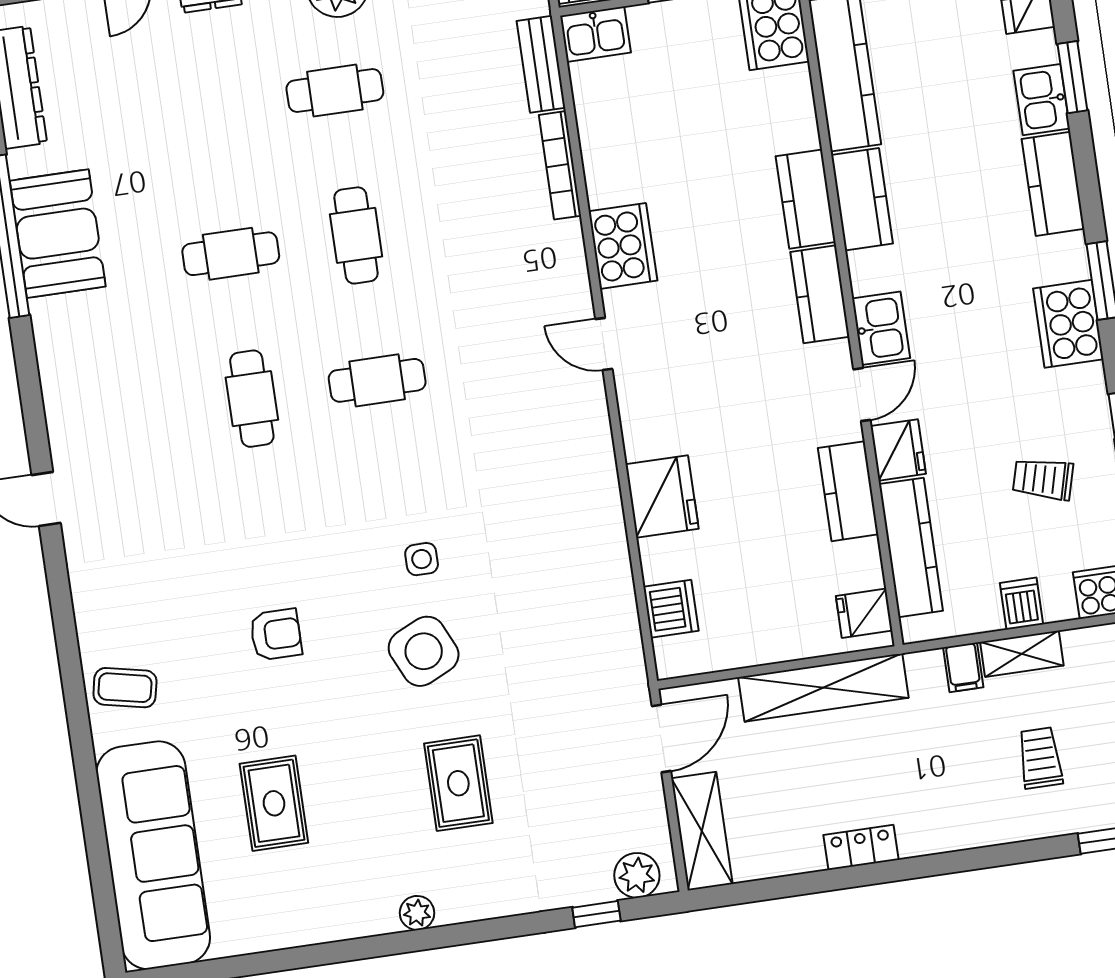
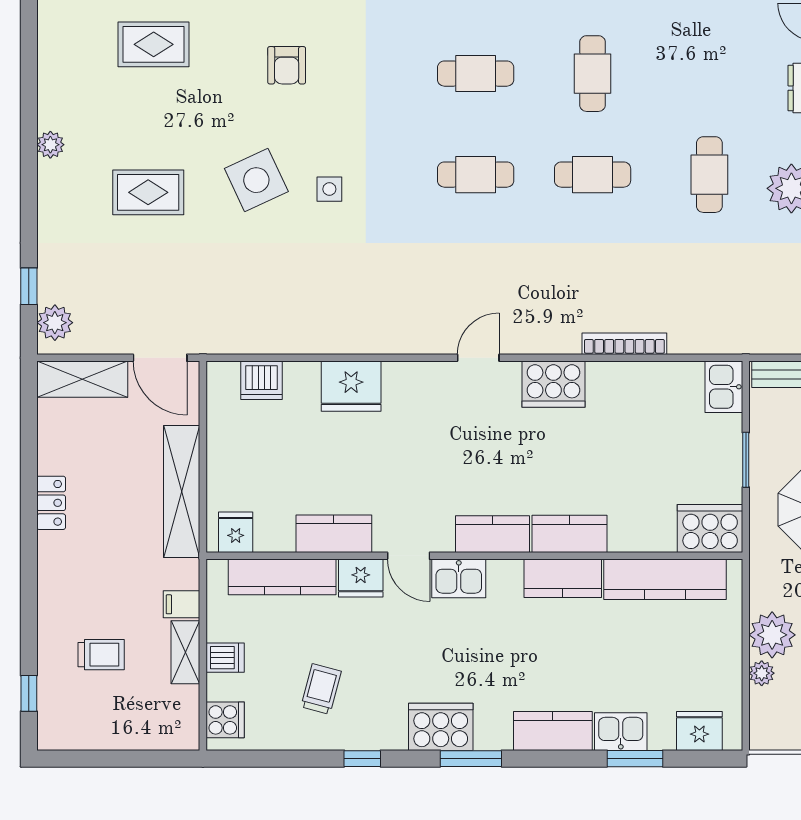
bench: (541, 64) -> (706, 340), removed
cafe table: (377, 380) -> (476, 175), turned 90

